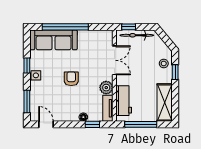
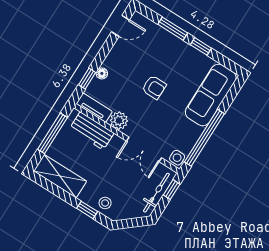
window: (65, 27) -> (204, 138), moved
side table: (36, 75) -> (177, 158), moved
window: (27, 102) -> (173, 29), moved

